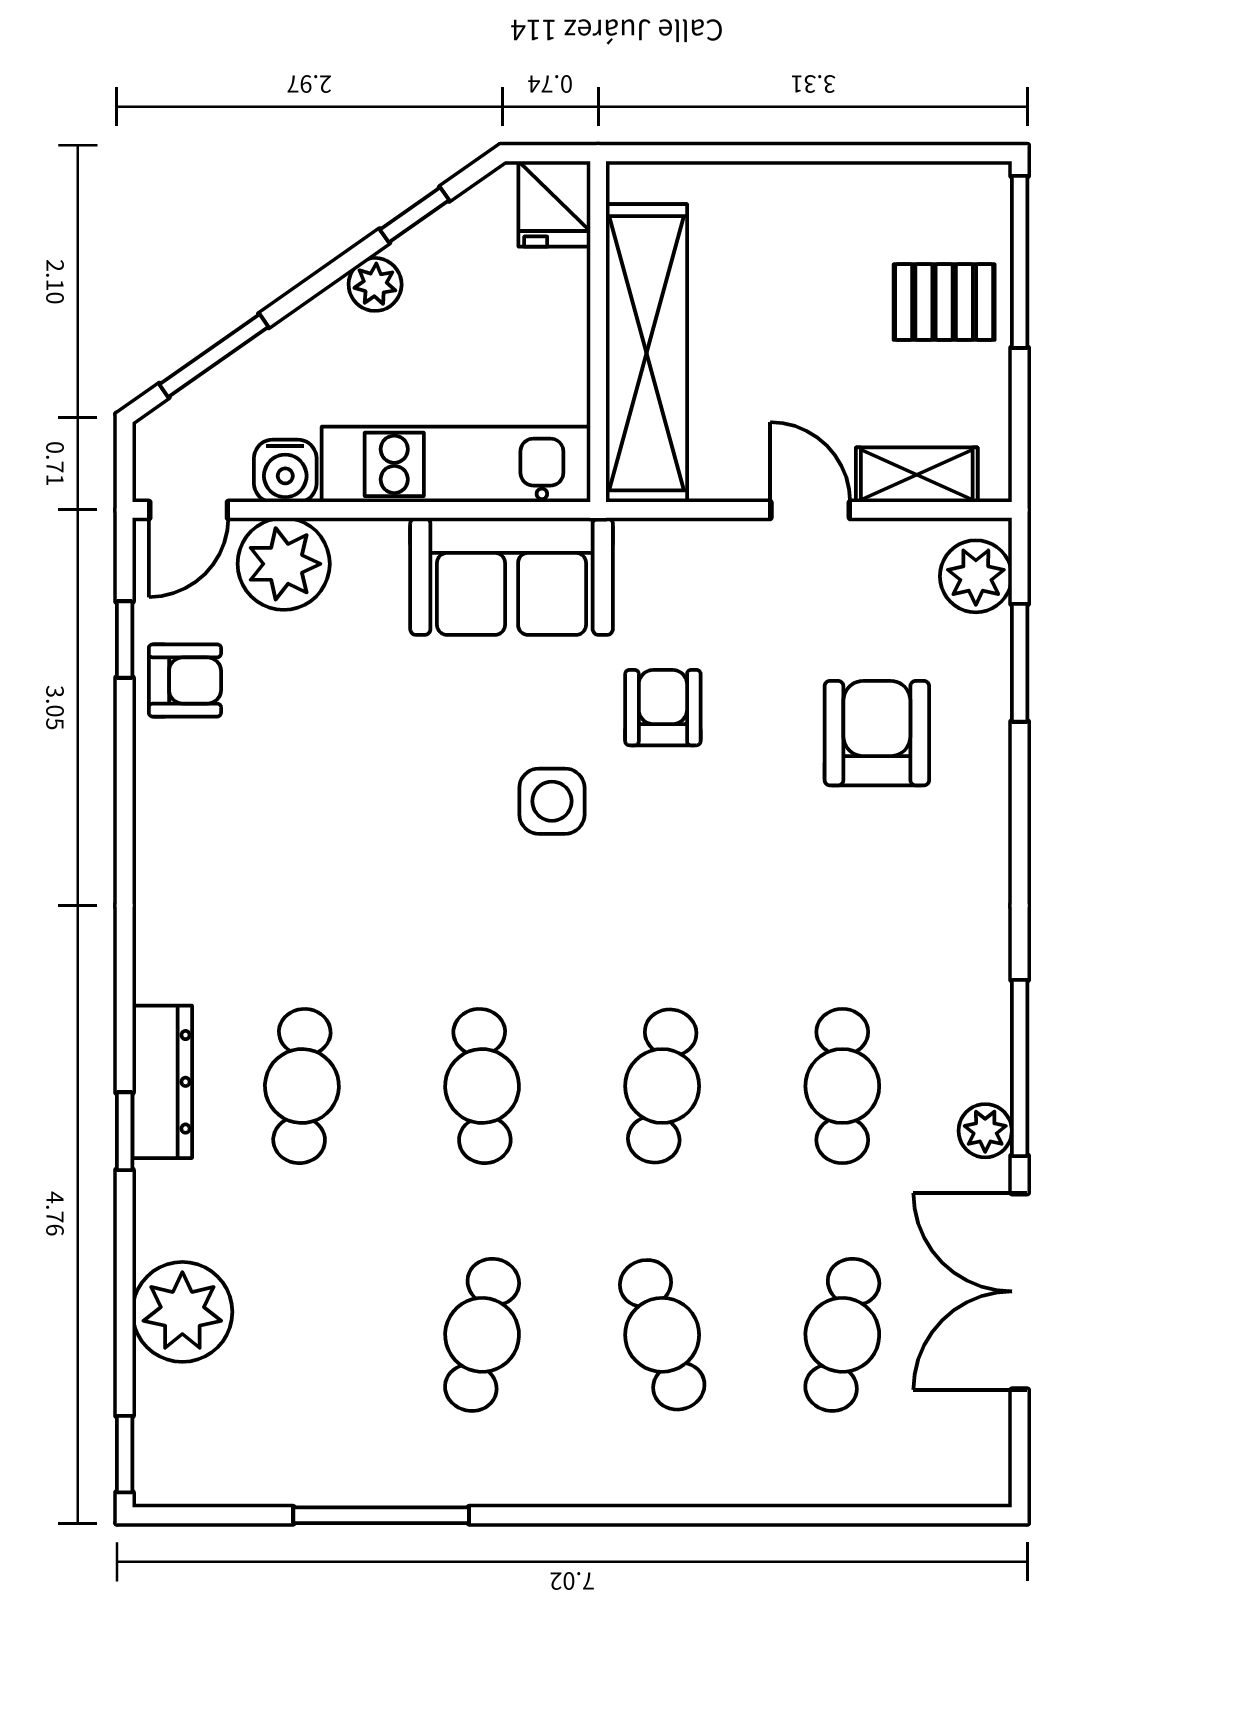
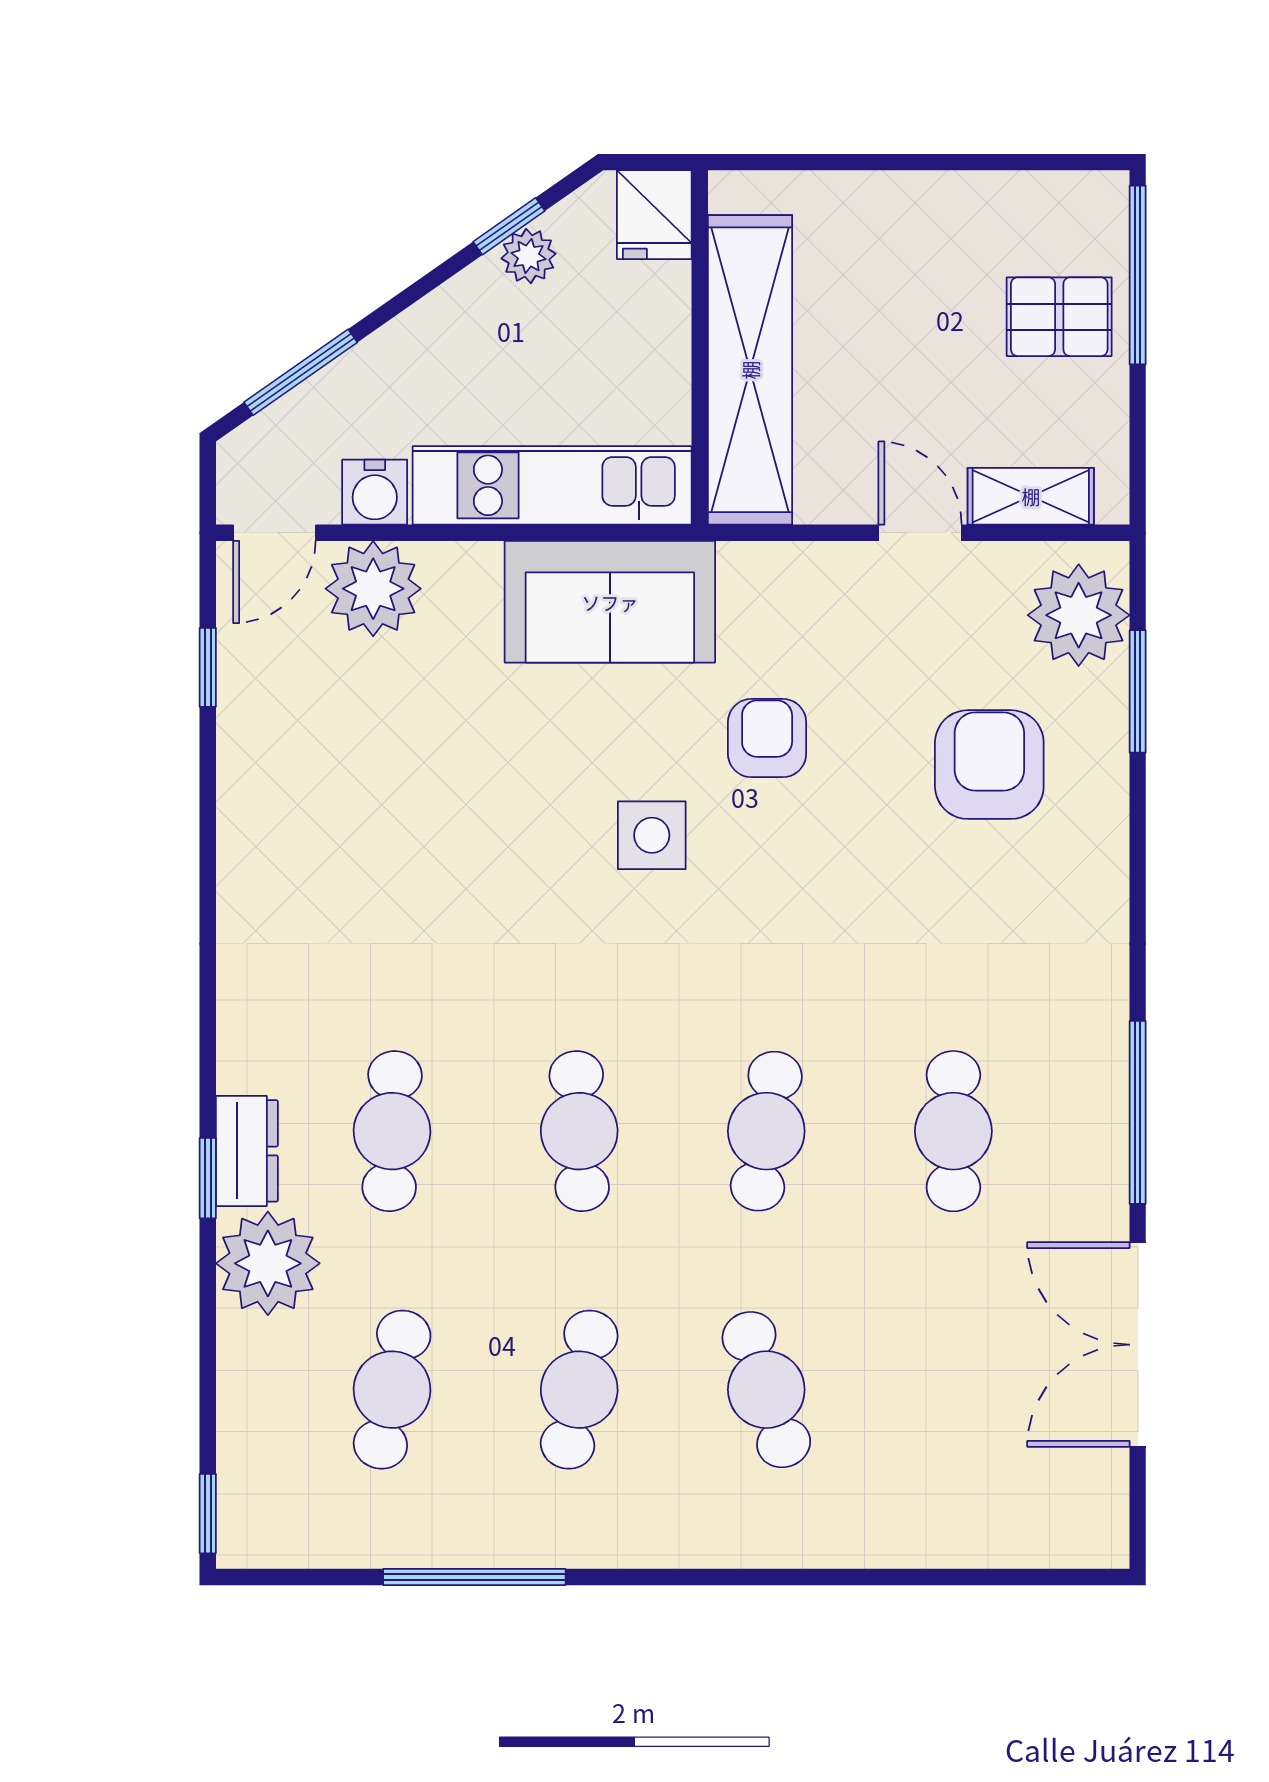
plant: (375, 284) -> (529, 256), moved
plant: (976, 576) -> (1079, 615), width x1.36, depth x1.36
armchair: (185, 680) -> (270, 710), removed
dresser: (162, 1082) -> (247, 1151), width x0.70
plant: (985, 1131) -> (1102, 1178), removed
plant: (182, 1312) -> (268, 1263), moved
cafe table: (842, 1335) -> (392, 1390), moved

